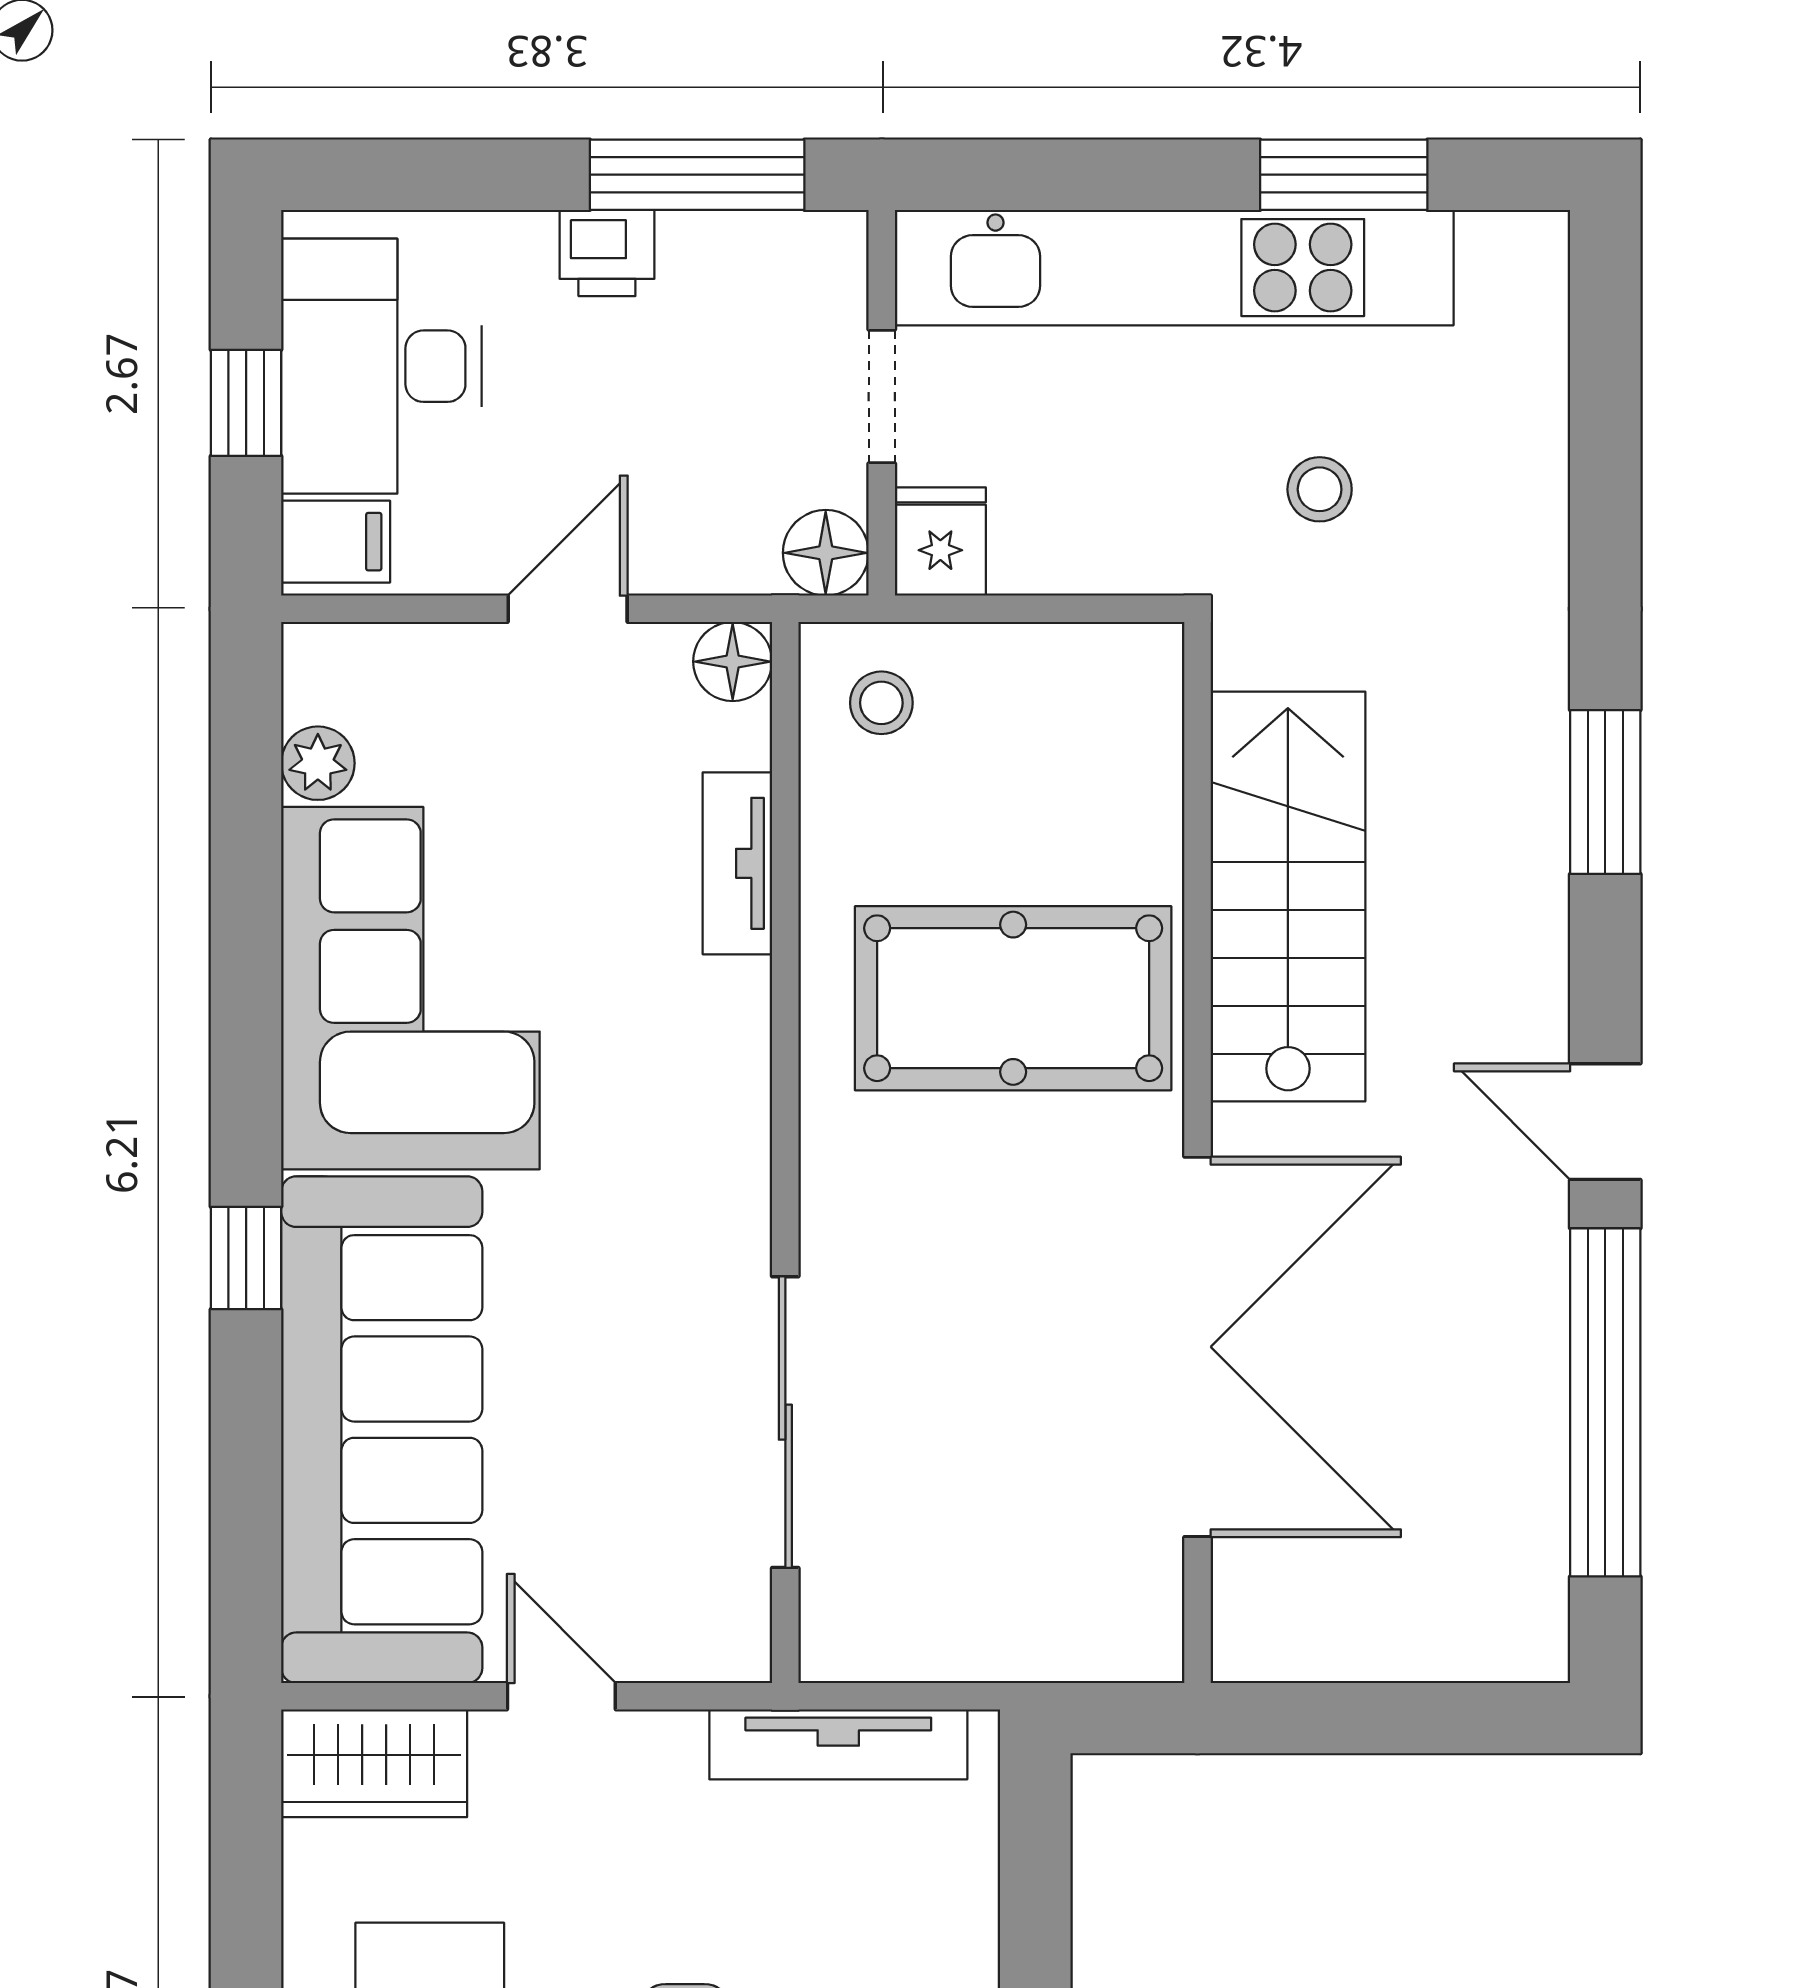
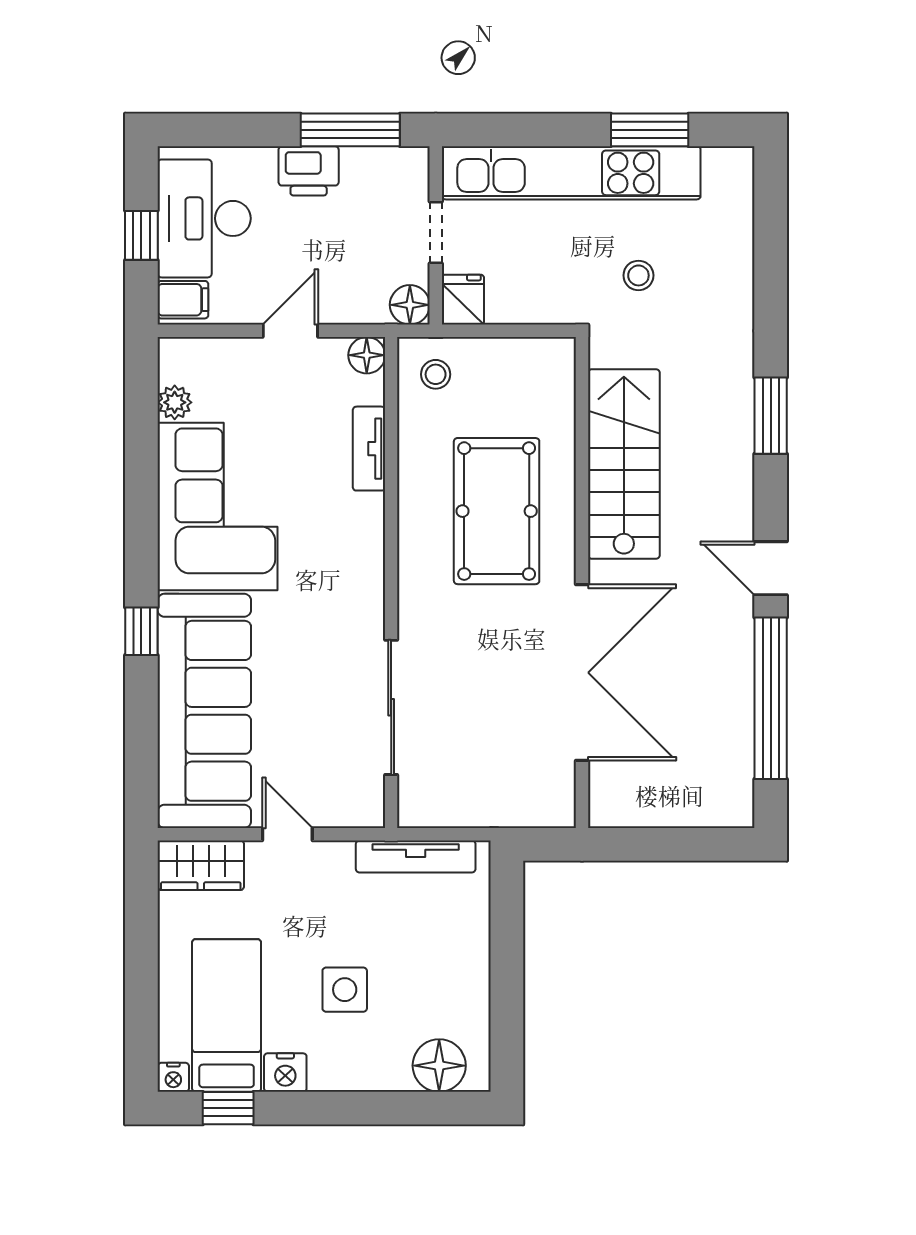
printer: (607, 253) -> (309, 171), width x1.36, depth x1.24
pool table: (1013, 998) -> (497, 511), turned 90

